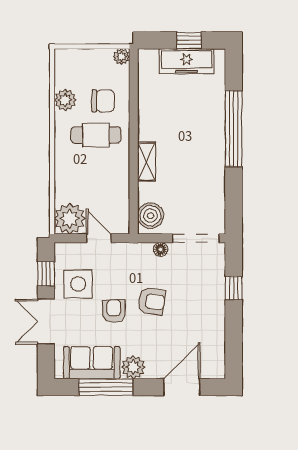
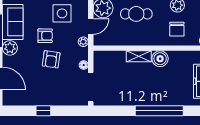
cafe table: (96, 135) -> (136, 14), moved, turned 90
boiler: (151, 216) -> (160, 59), moved
plant: (124, 250) -> (83, 42), added
window: (234, 288) -> (43, 111), moved

